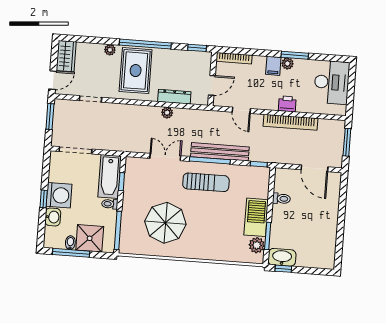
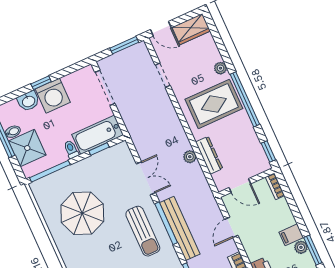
bookcase: (234, 58) -> (275, 186), width x0.64

